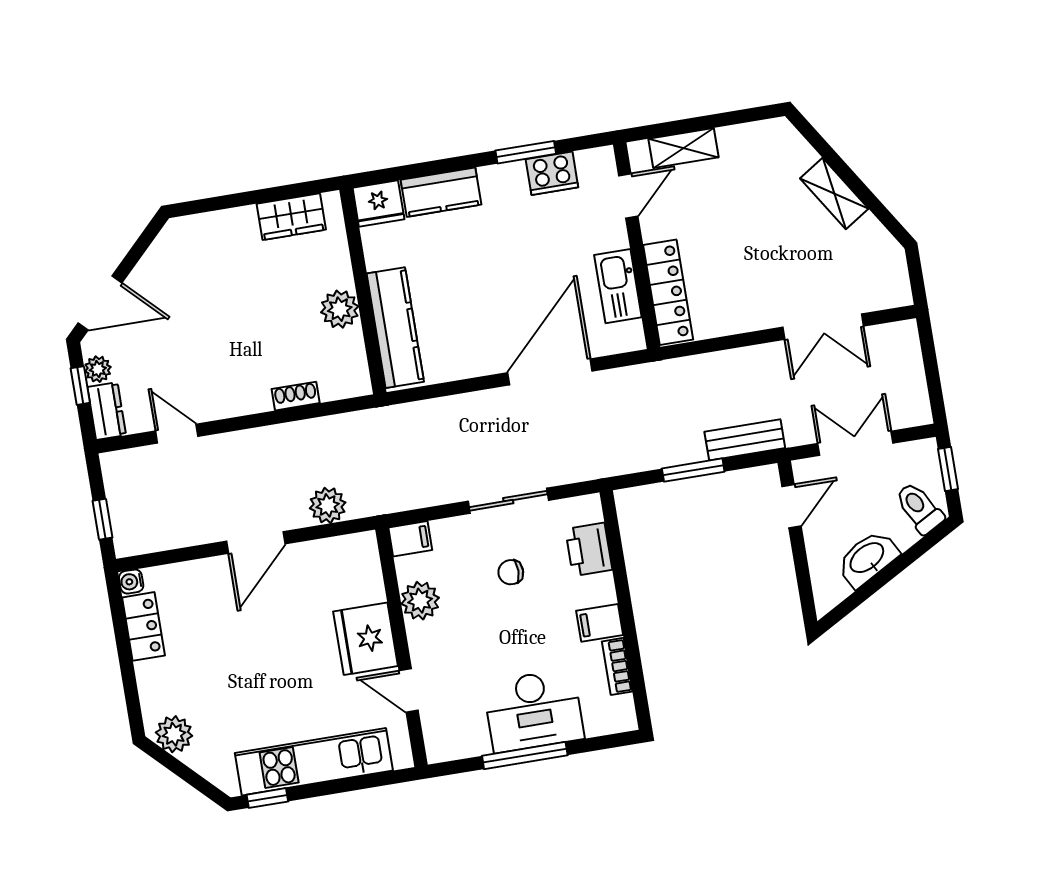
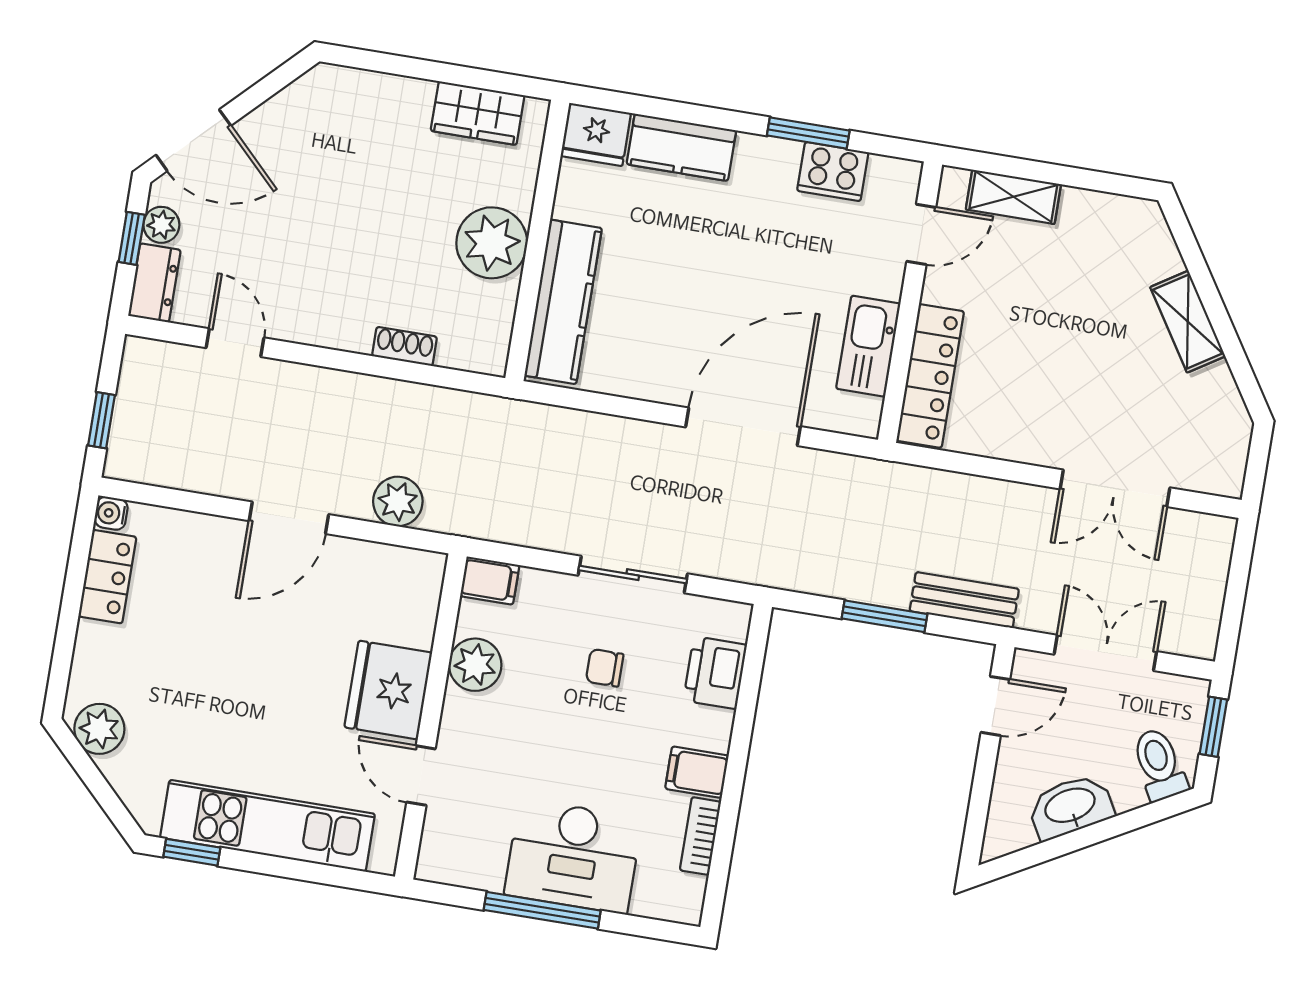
plant: (340, 309) -> (492, 243), width x1.36, depth x1.36

